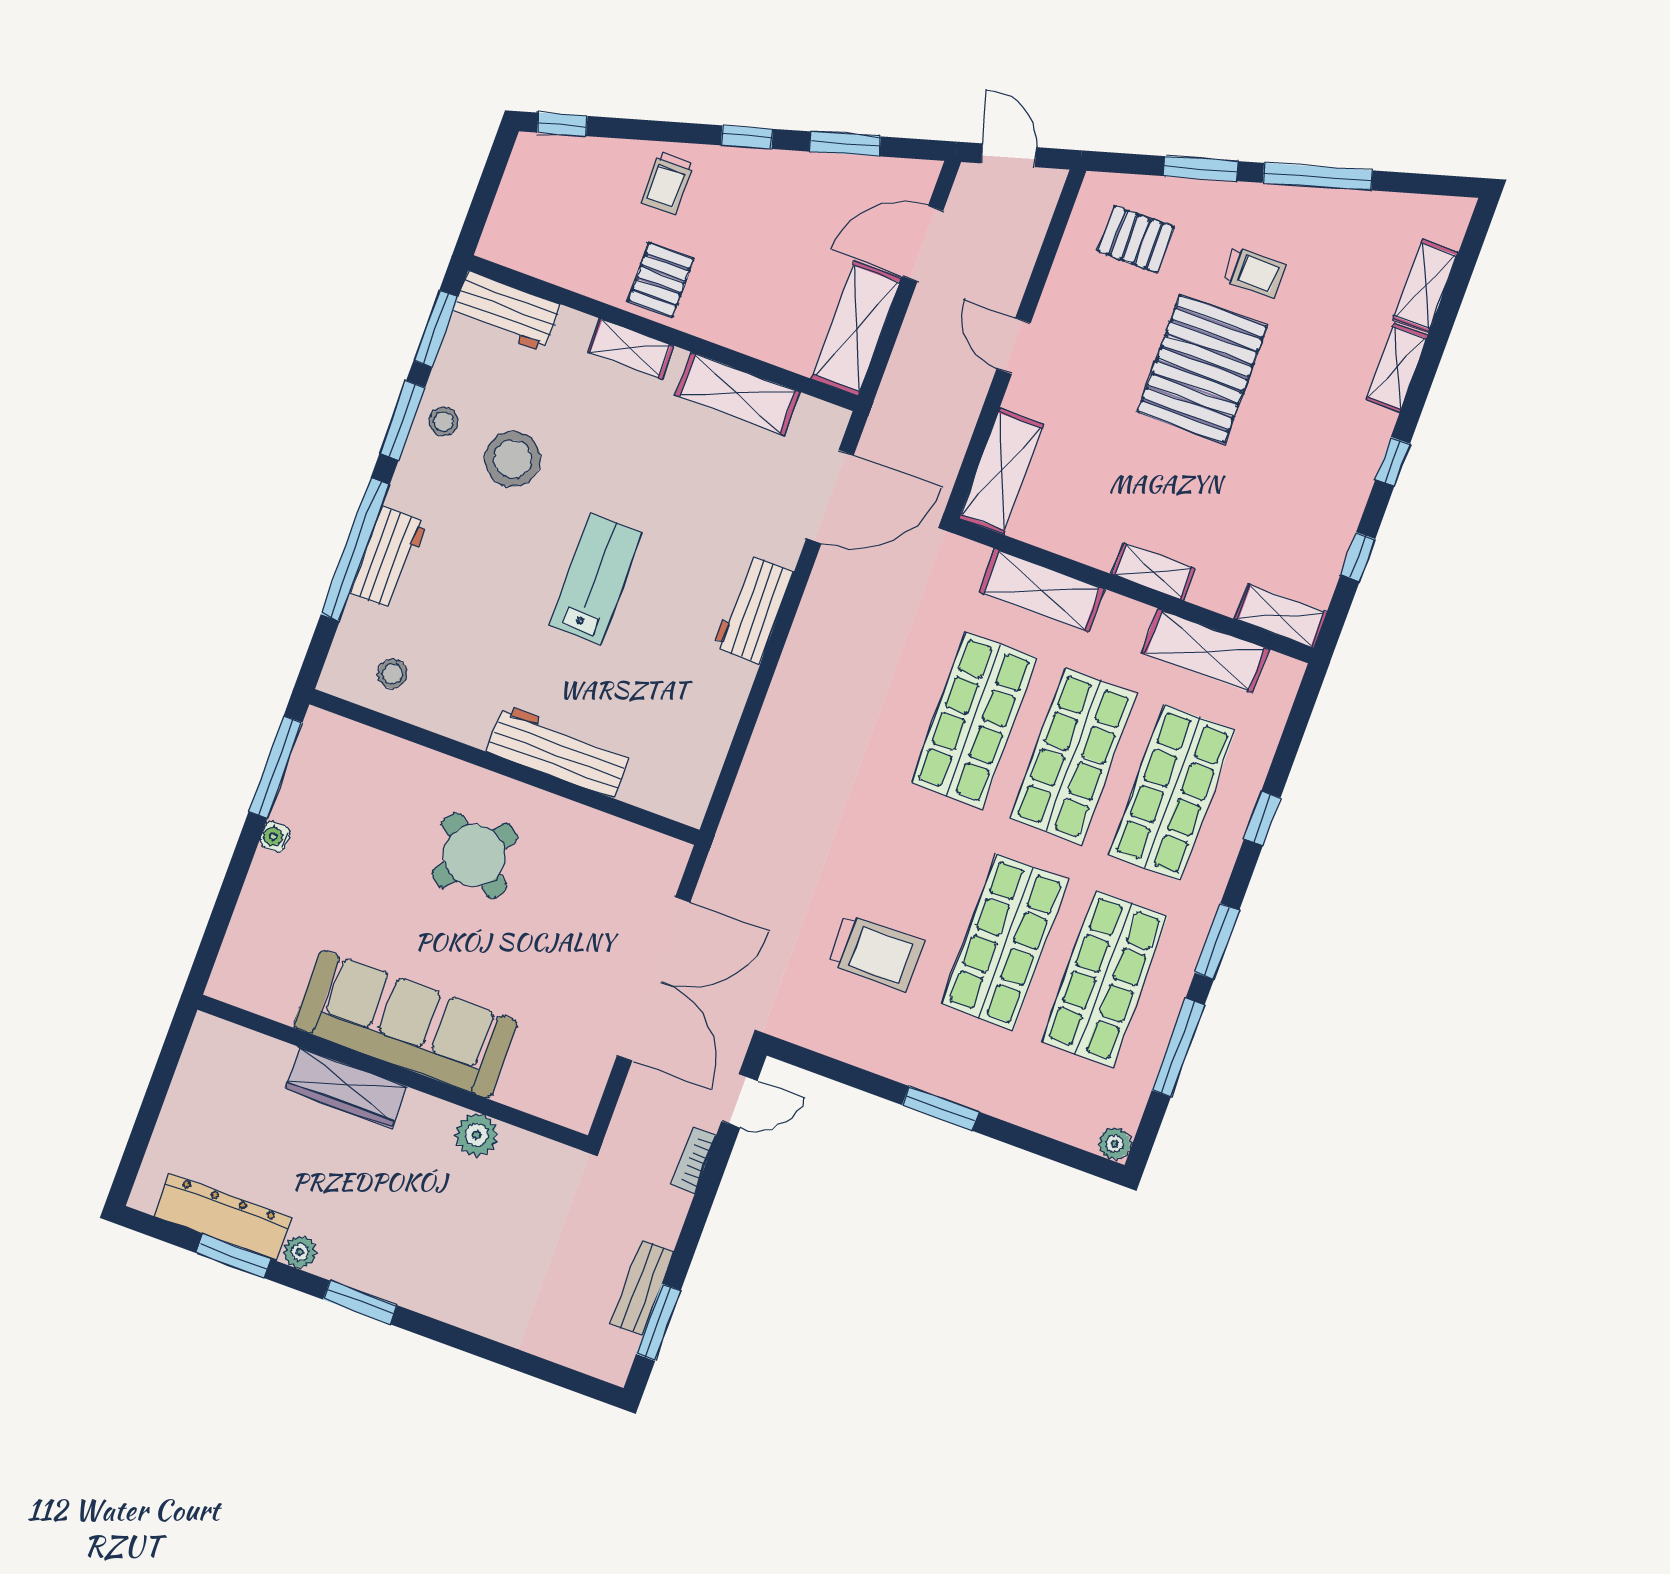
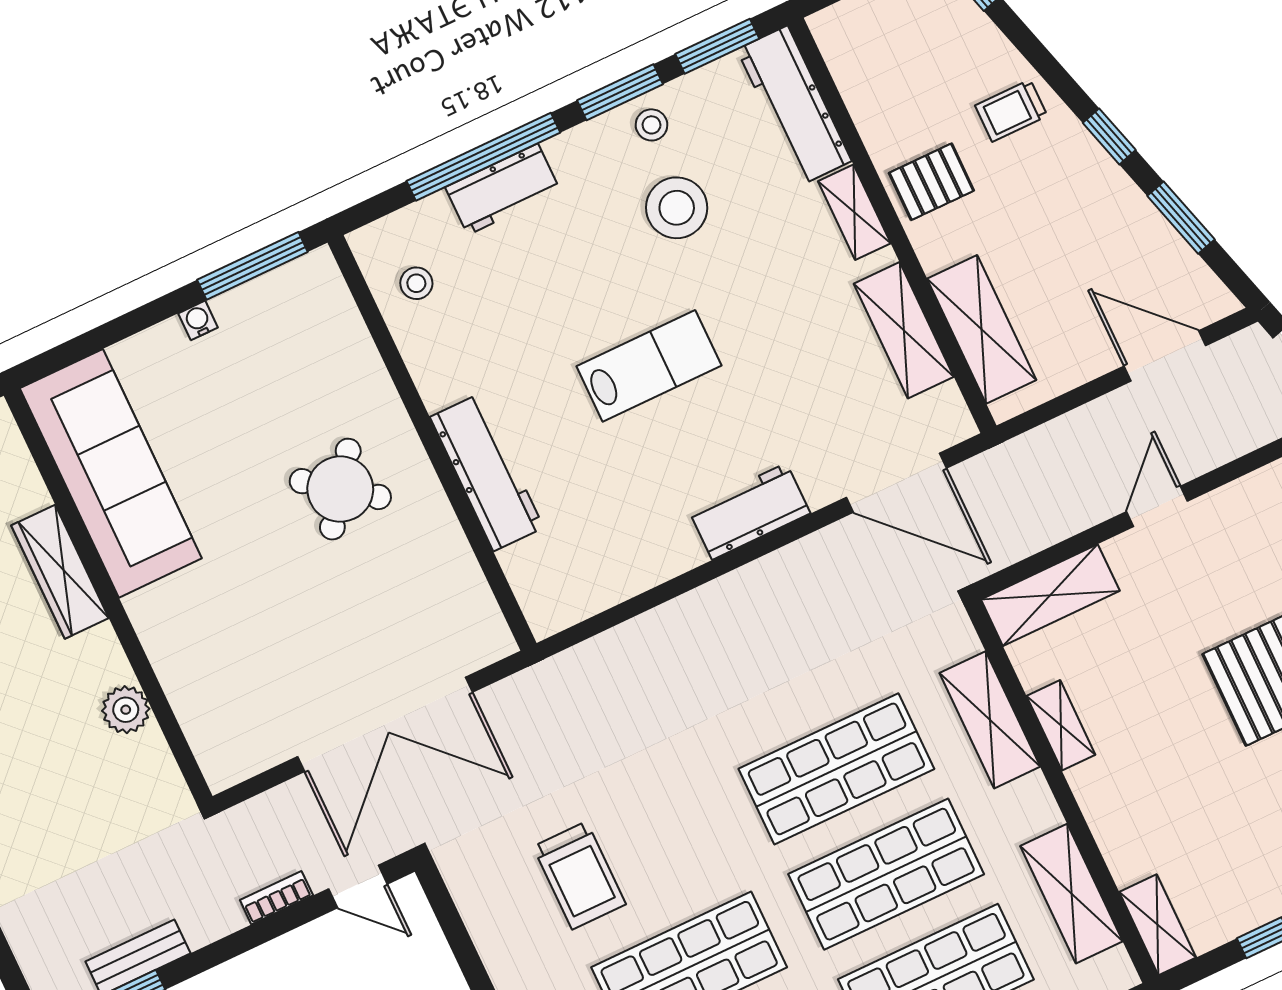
workbench: (506, 311) -> (794, 105), width x1.37
shelving: (856, 328) -> (982, 329), moved, turned 90
shelving: (1153, 572) -> (1061, 725), moved
sofa: (406, 1024) -> (111, 473), moved

